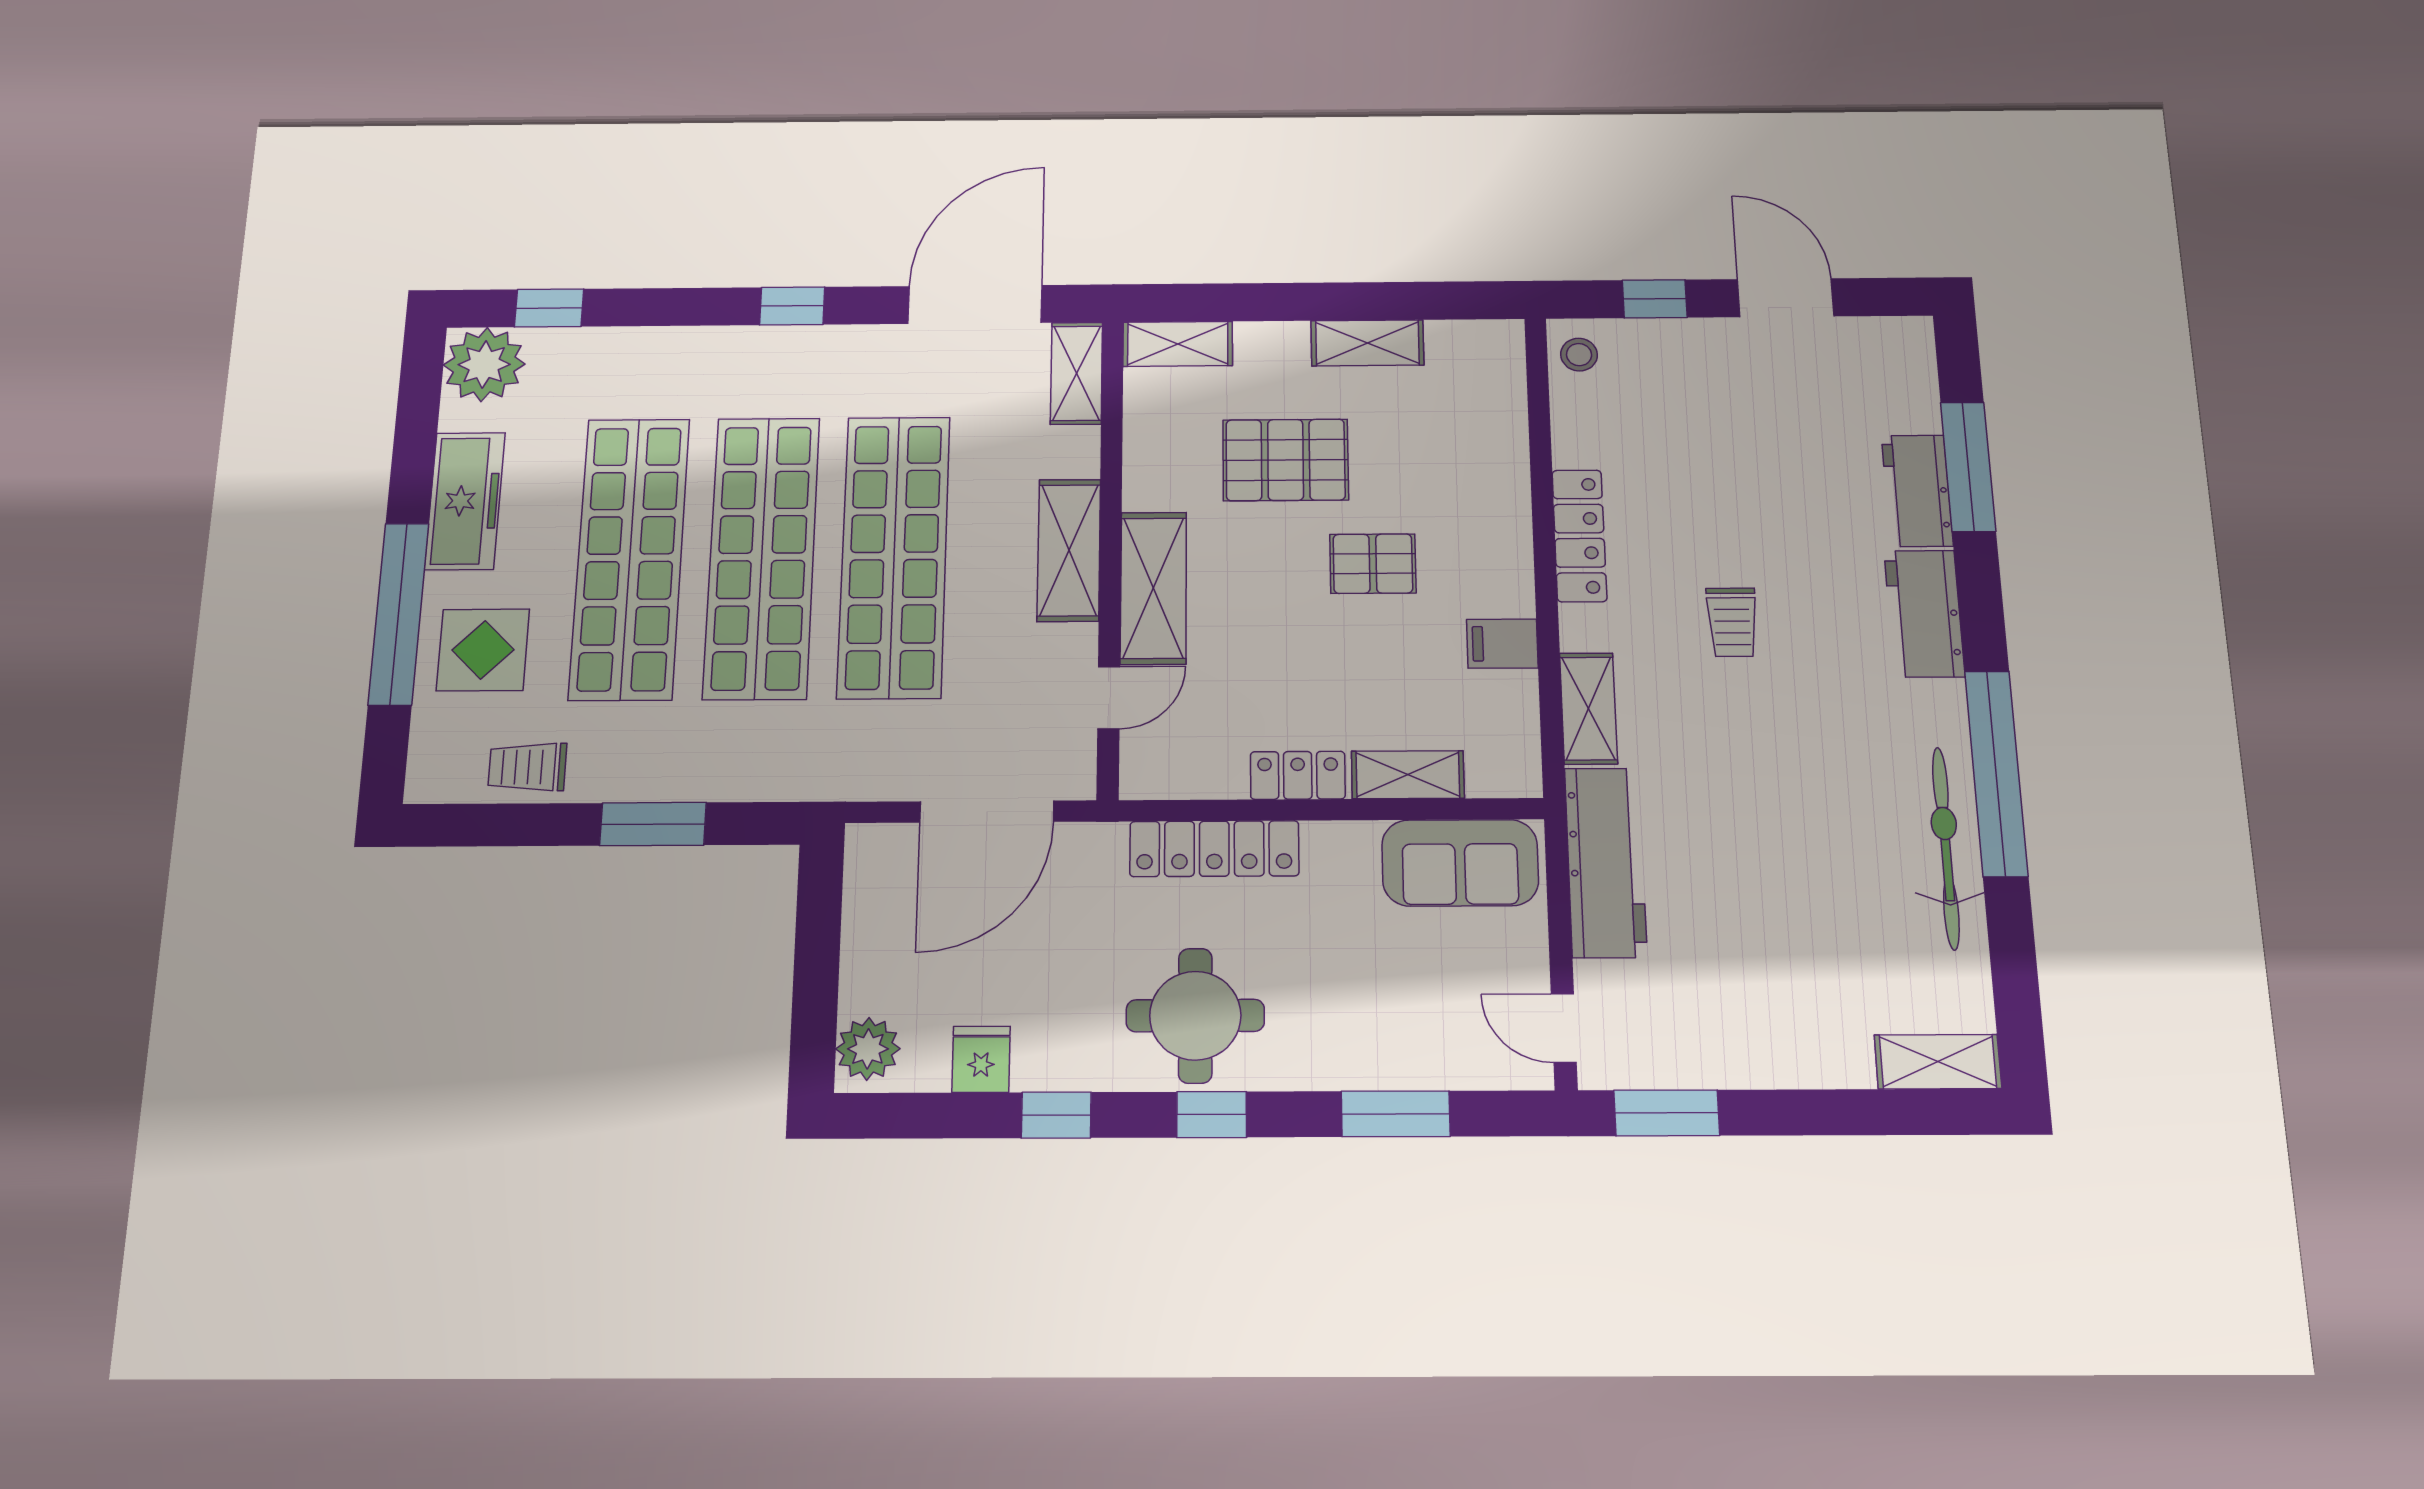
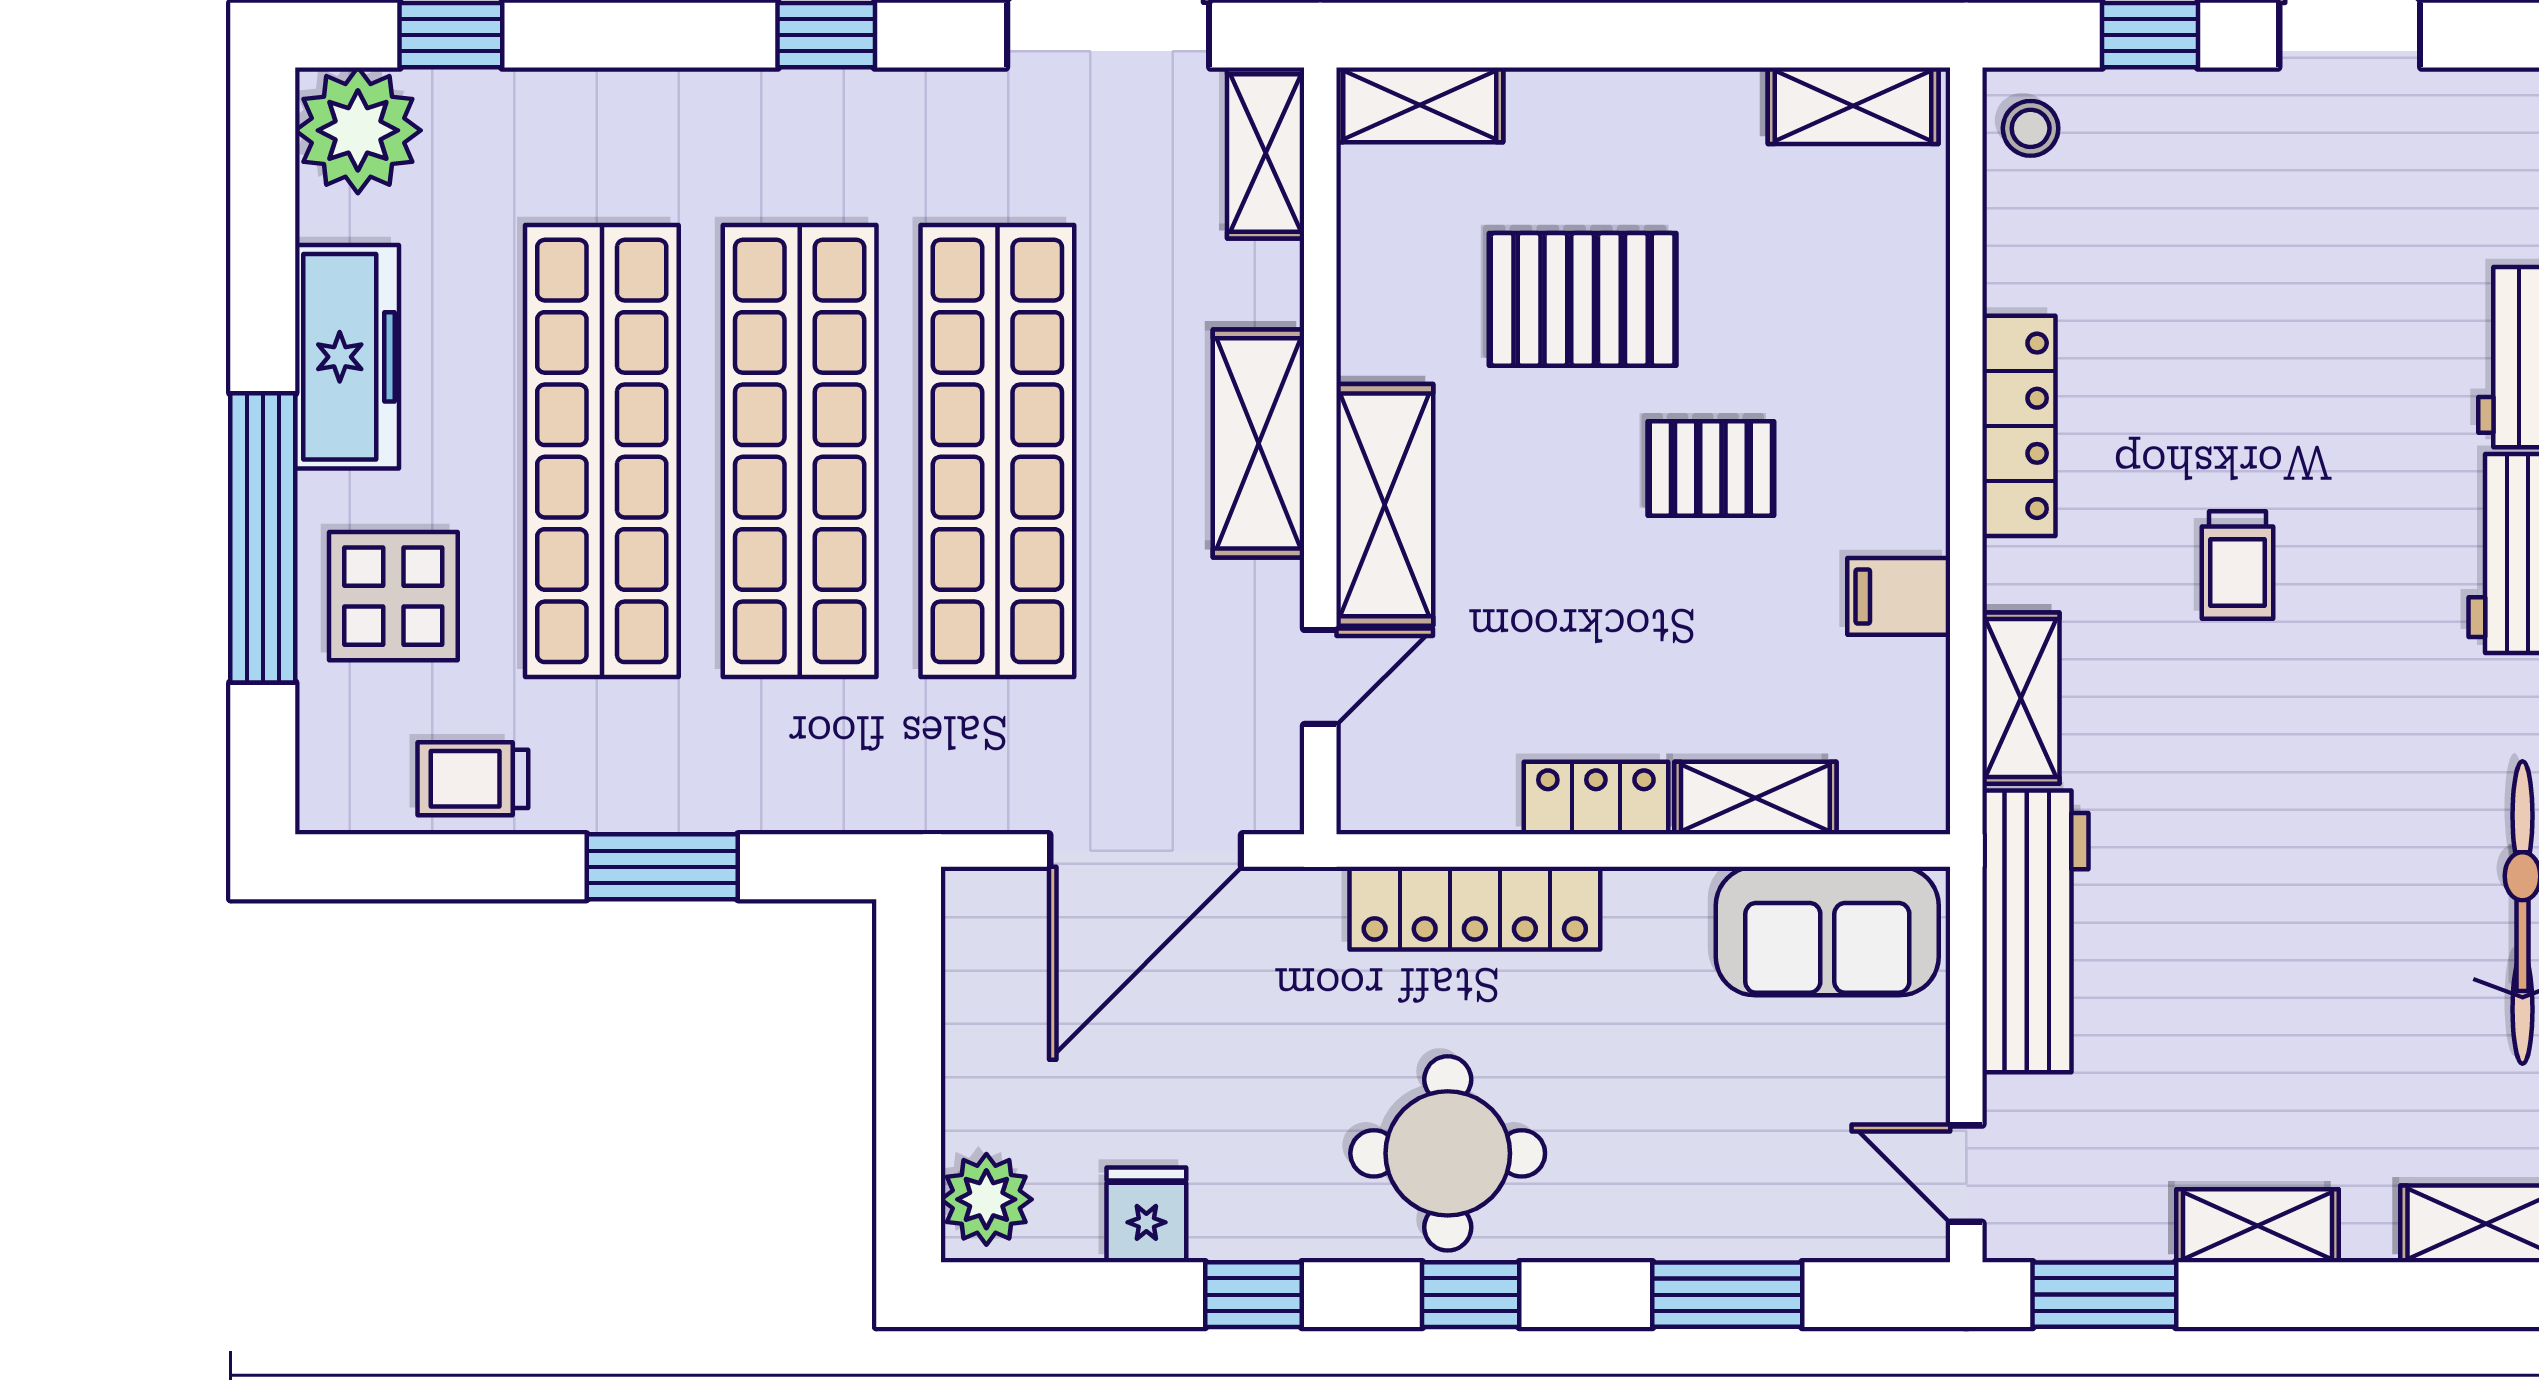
shelving: (1367, 343) -> (1853, 106), moved
shelving: (1774, 1064) -> (2257, 1226), added

